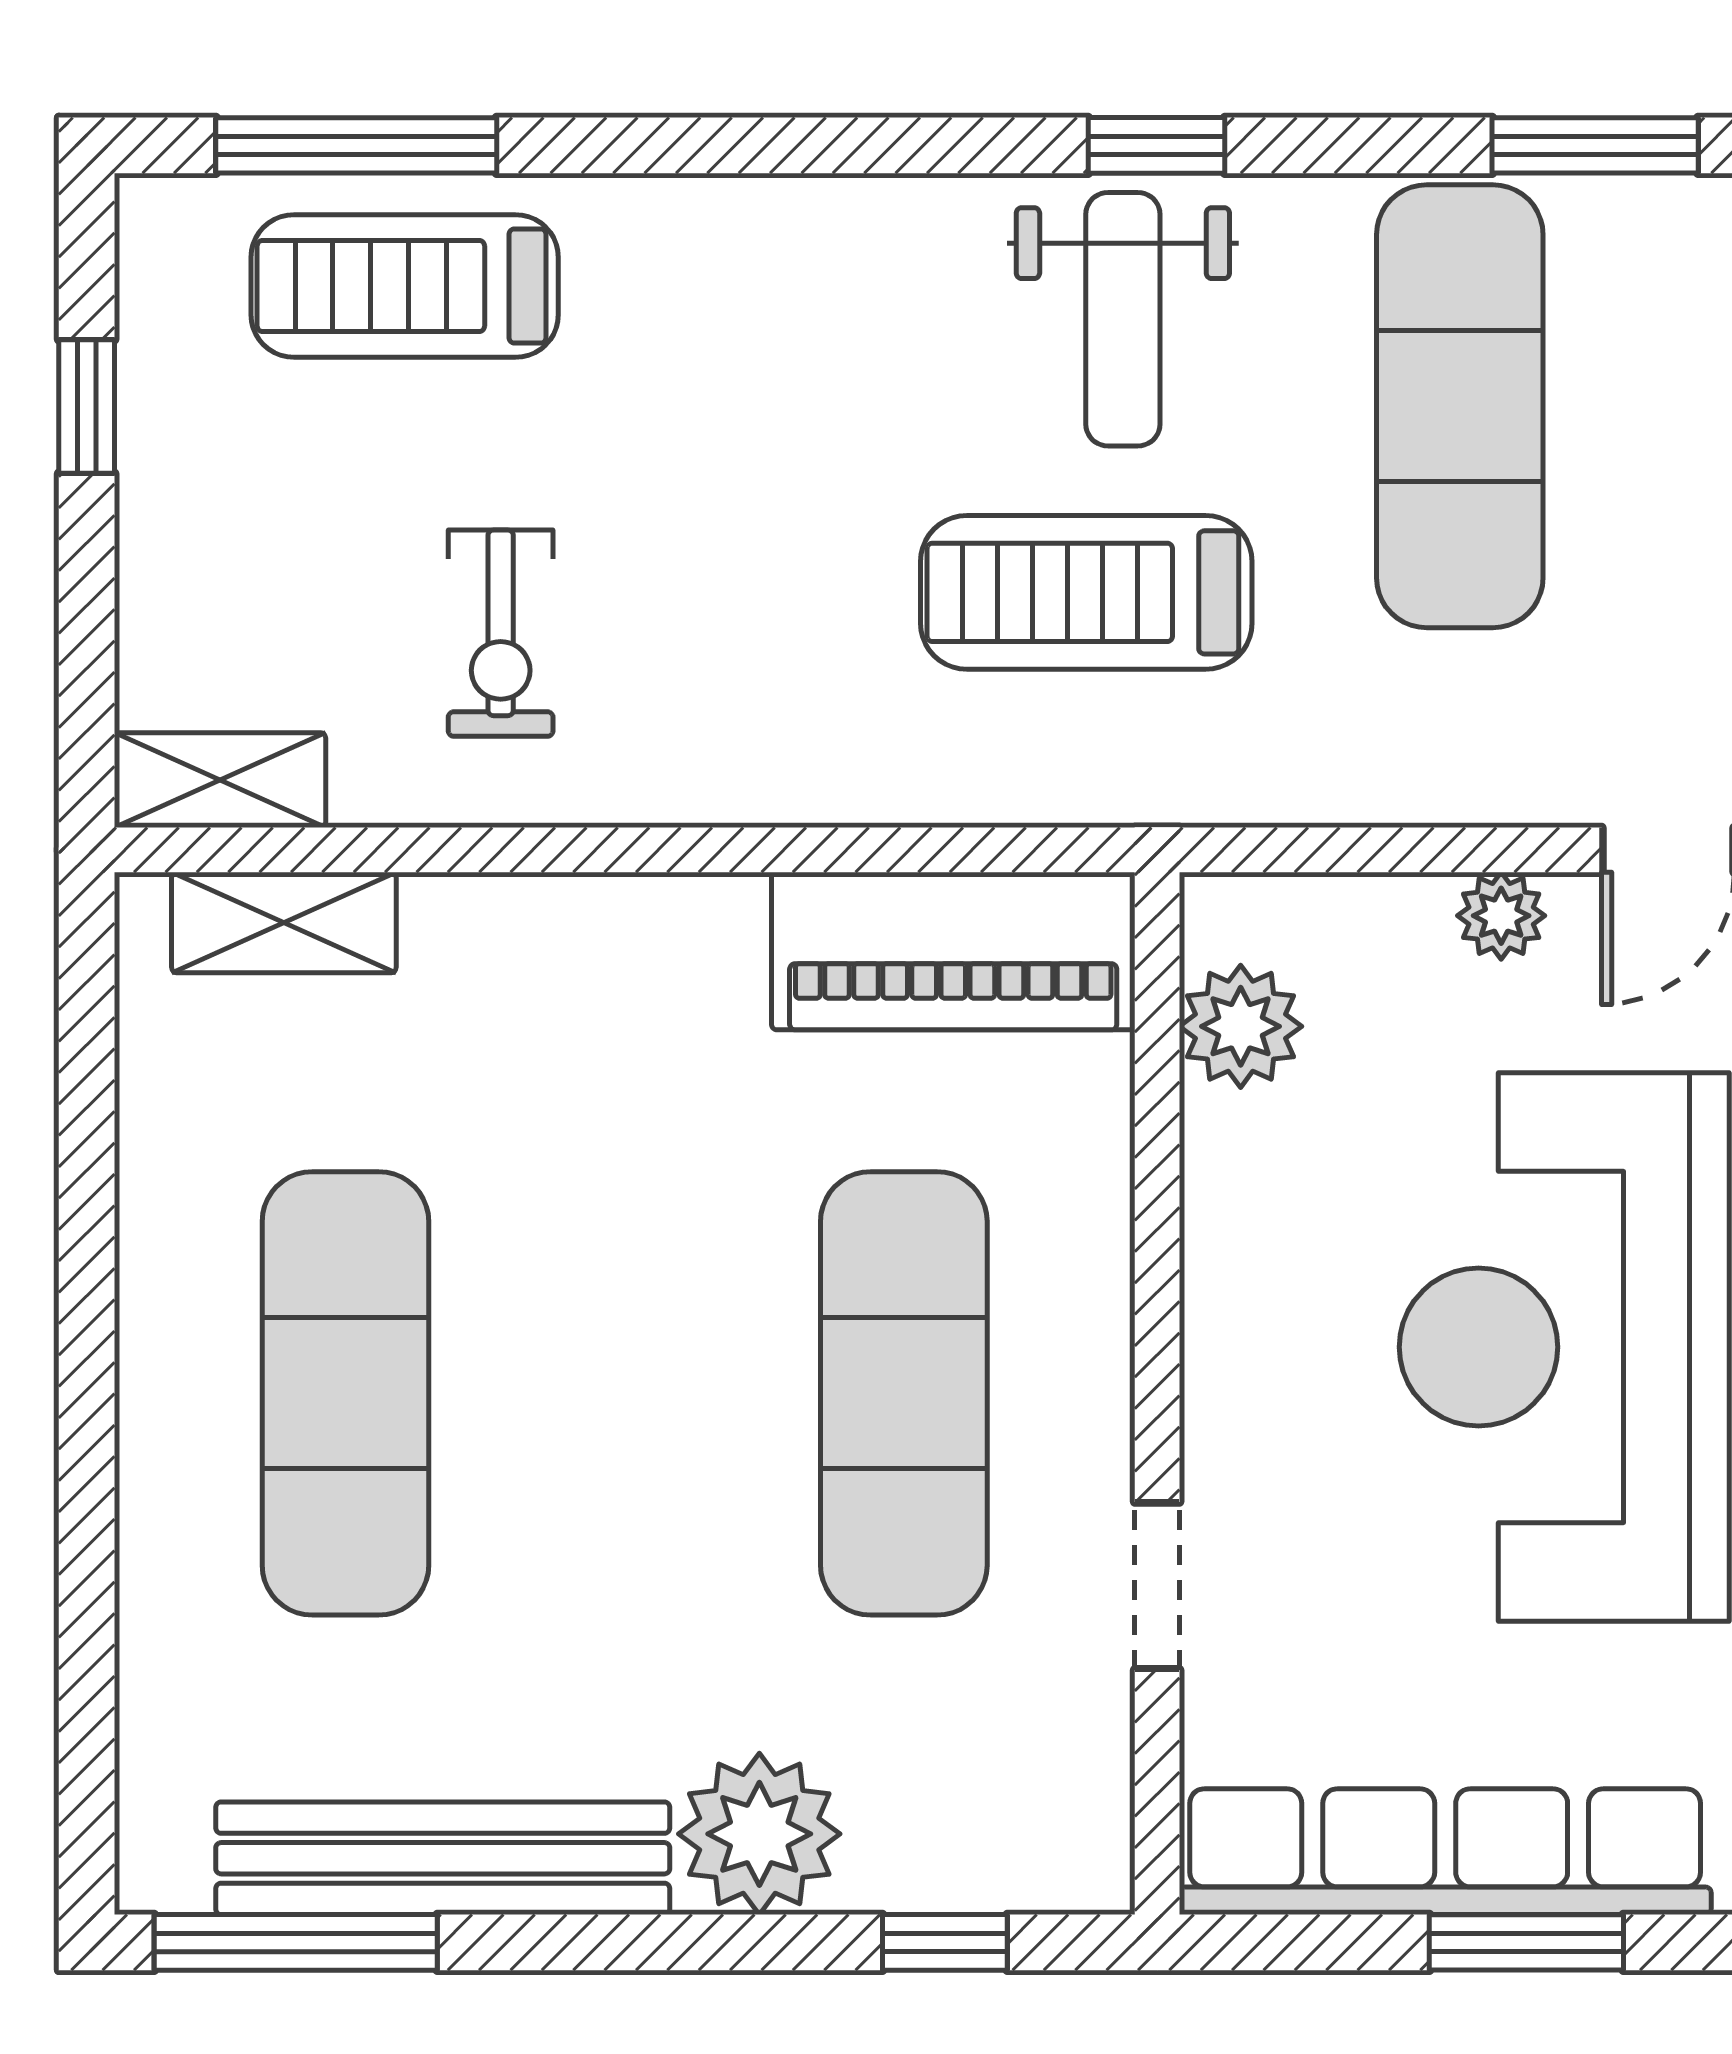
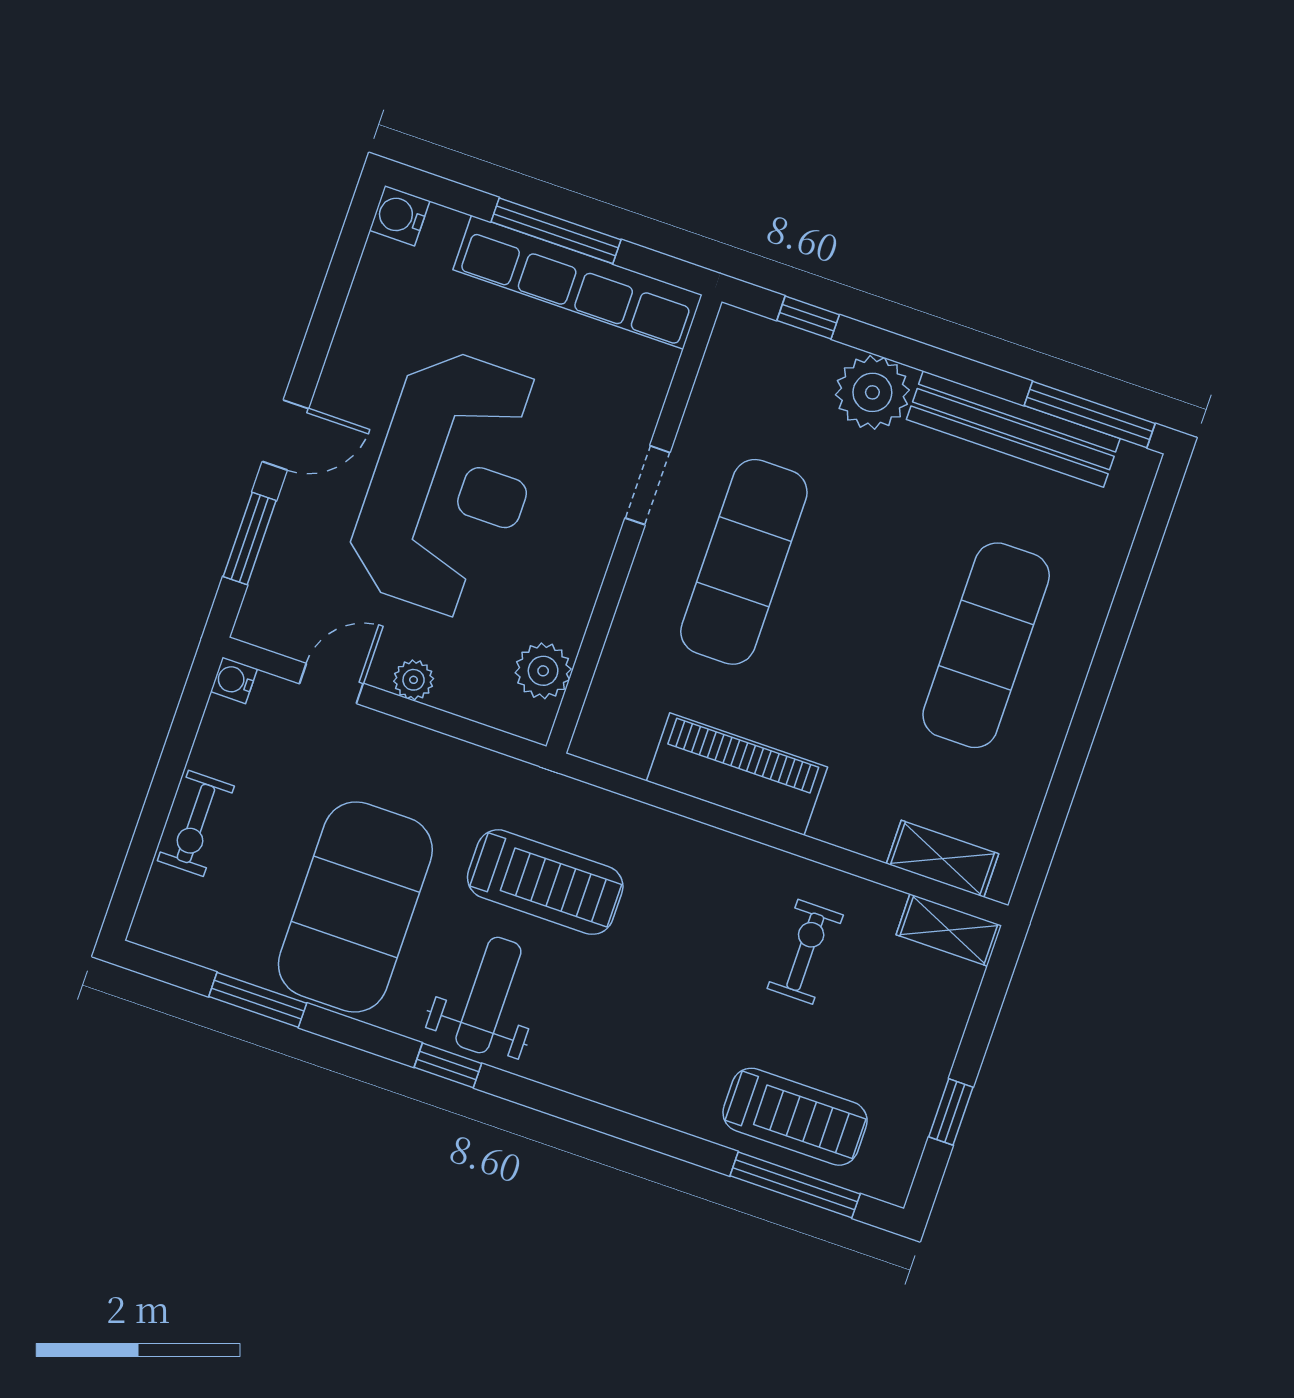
exercise mat: (1460, 406) -> (355, 907), width x1.47
piano: (953, 951) -> (737, 774), moved
doorway: (1157, 1586) -> (647, 485), moved
window: (1526, 1942) -> (556, 231), width x1.44

